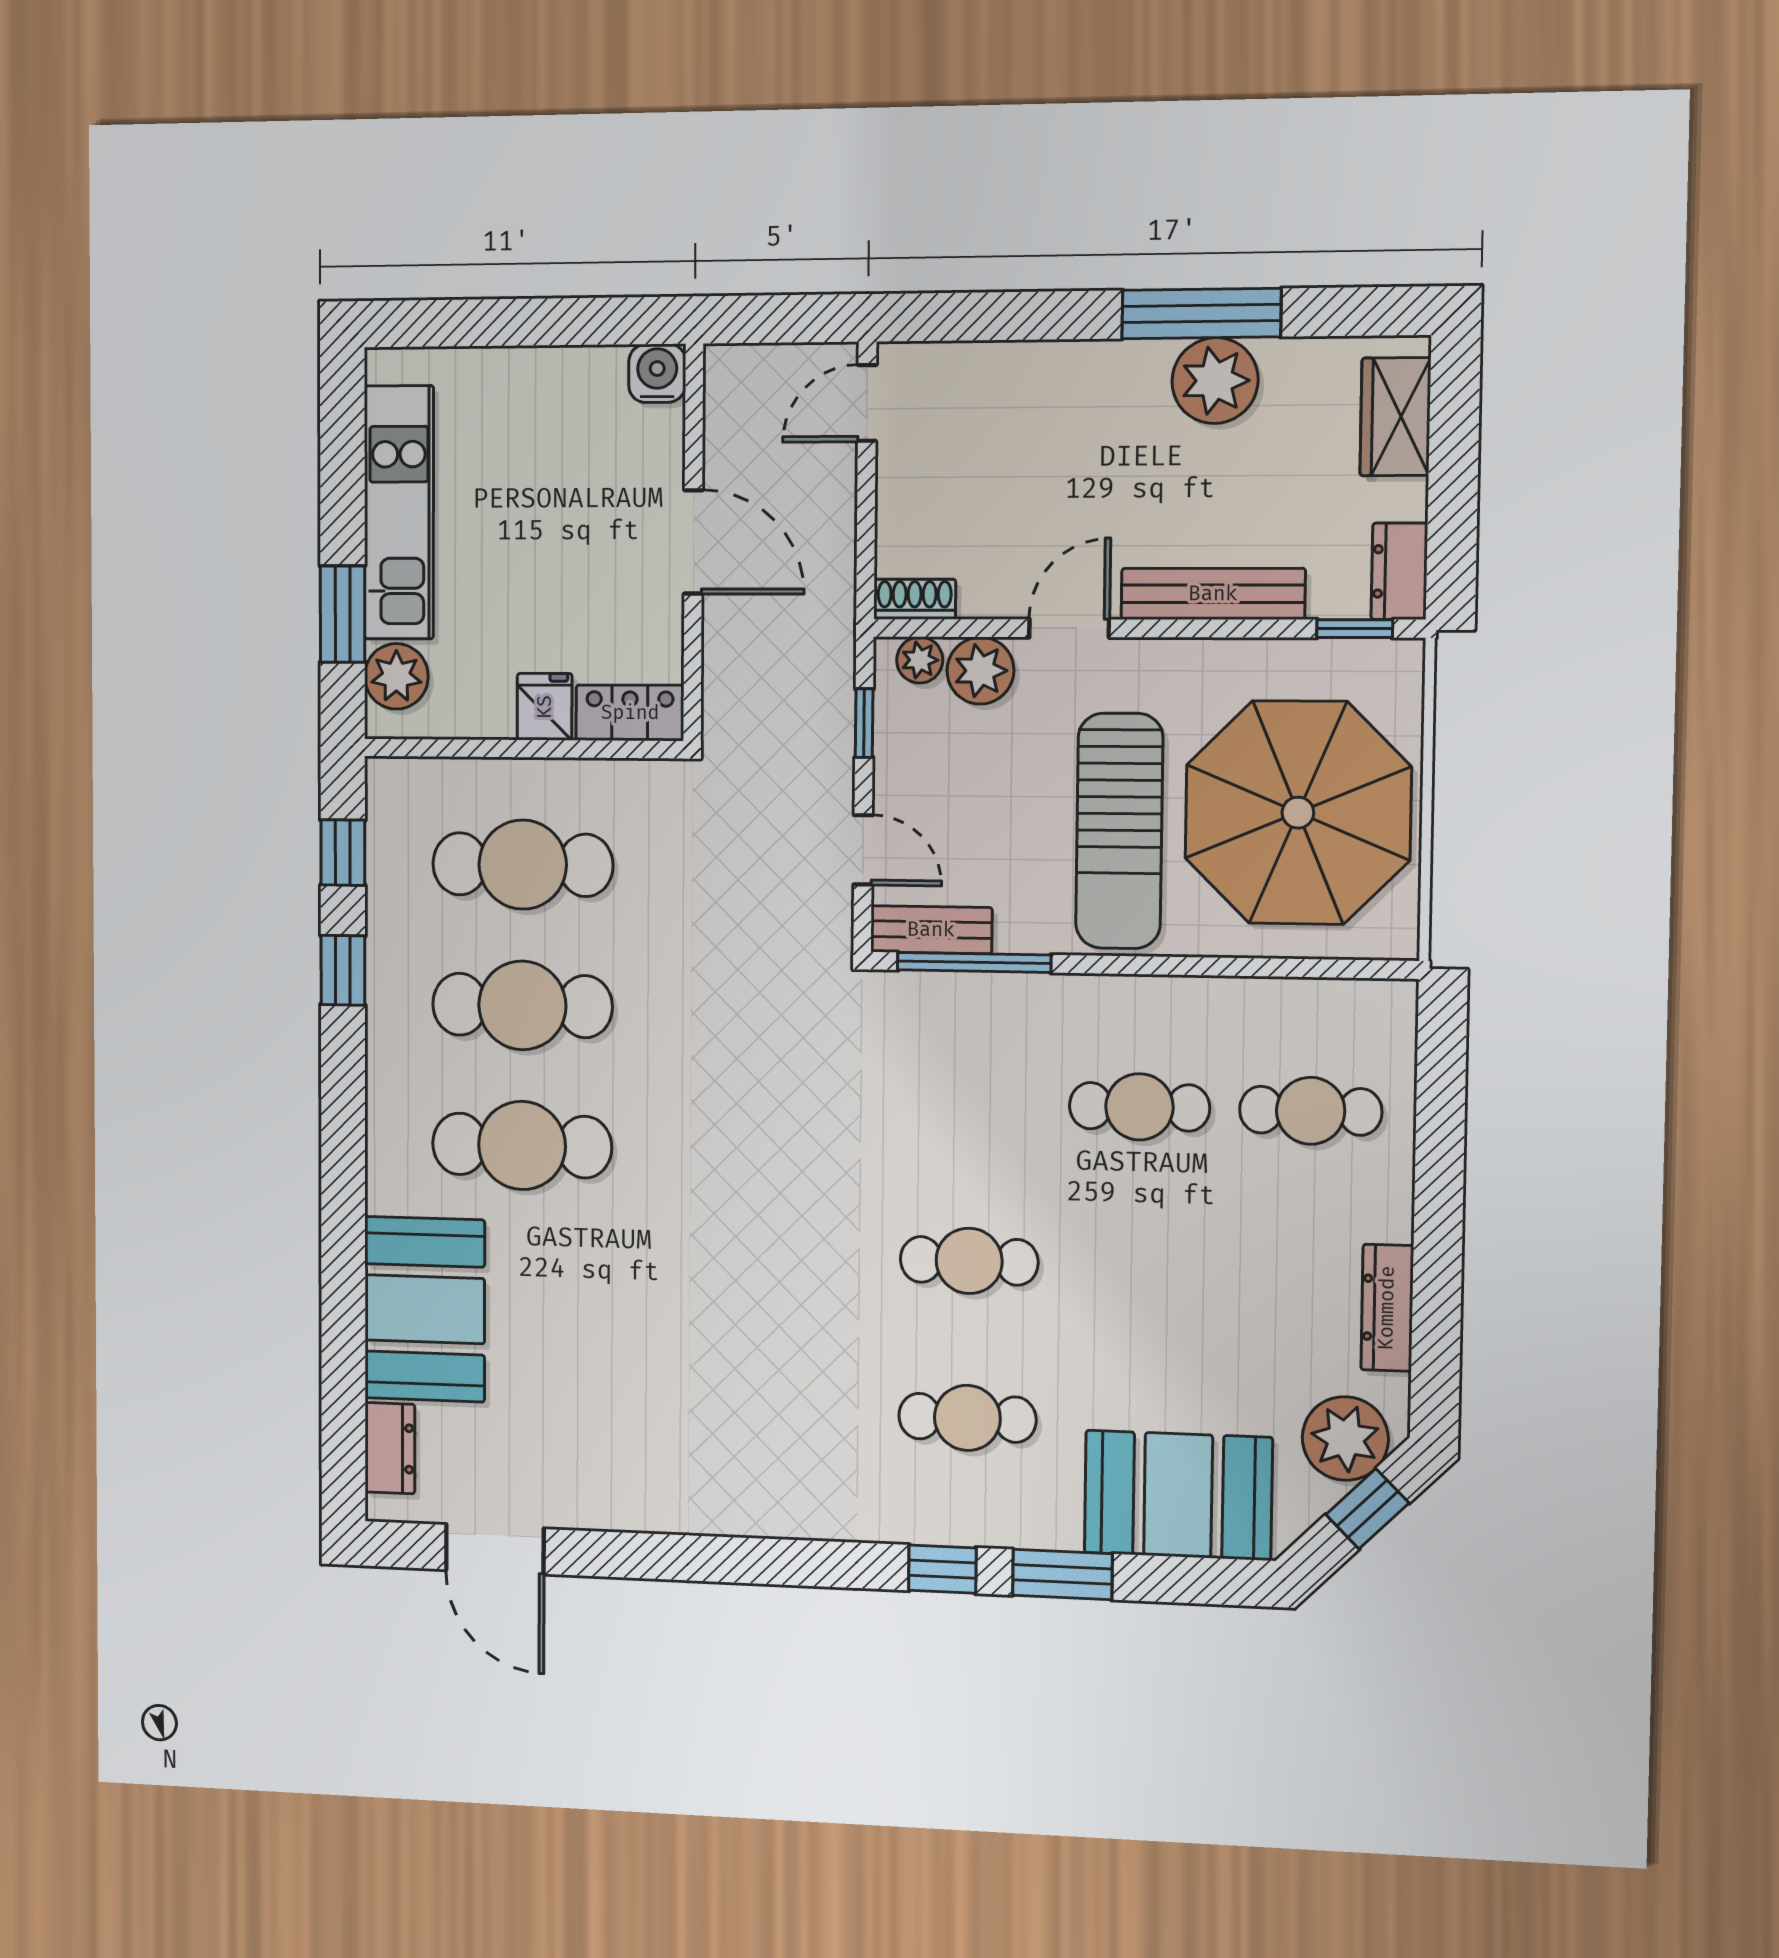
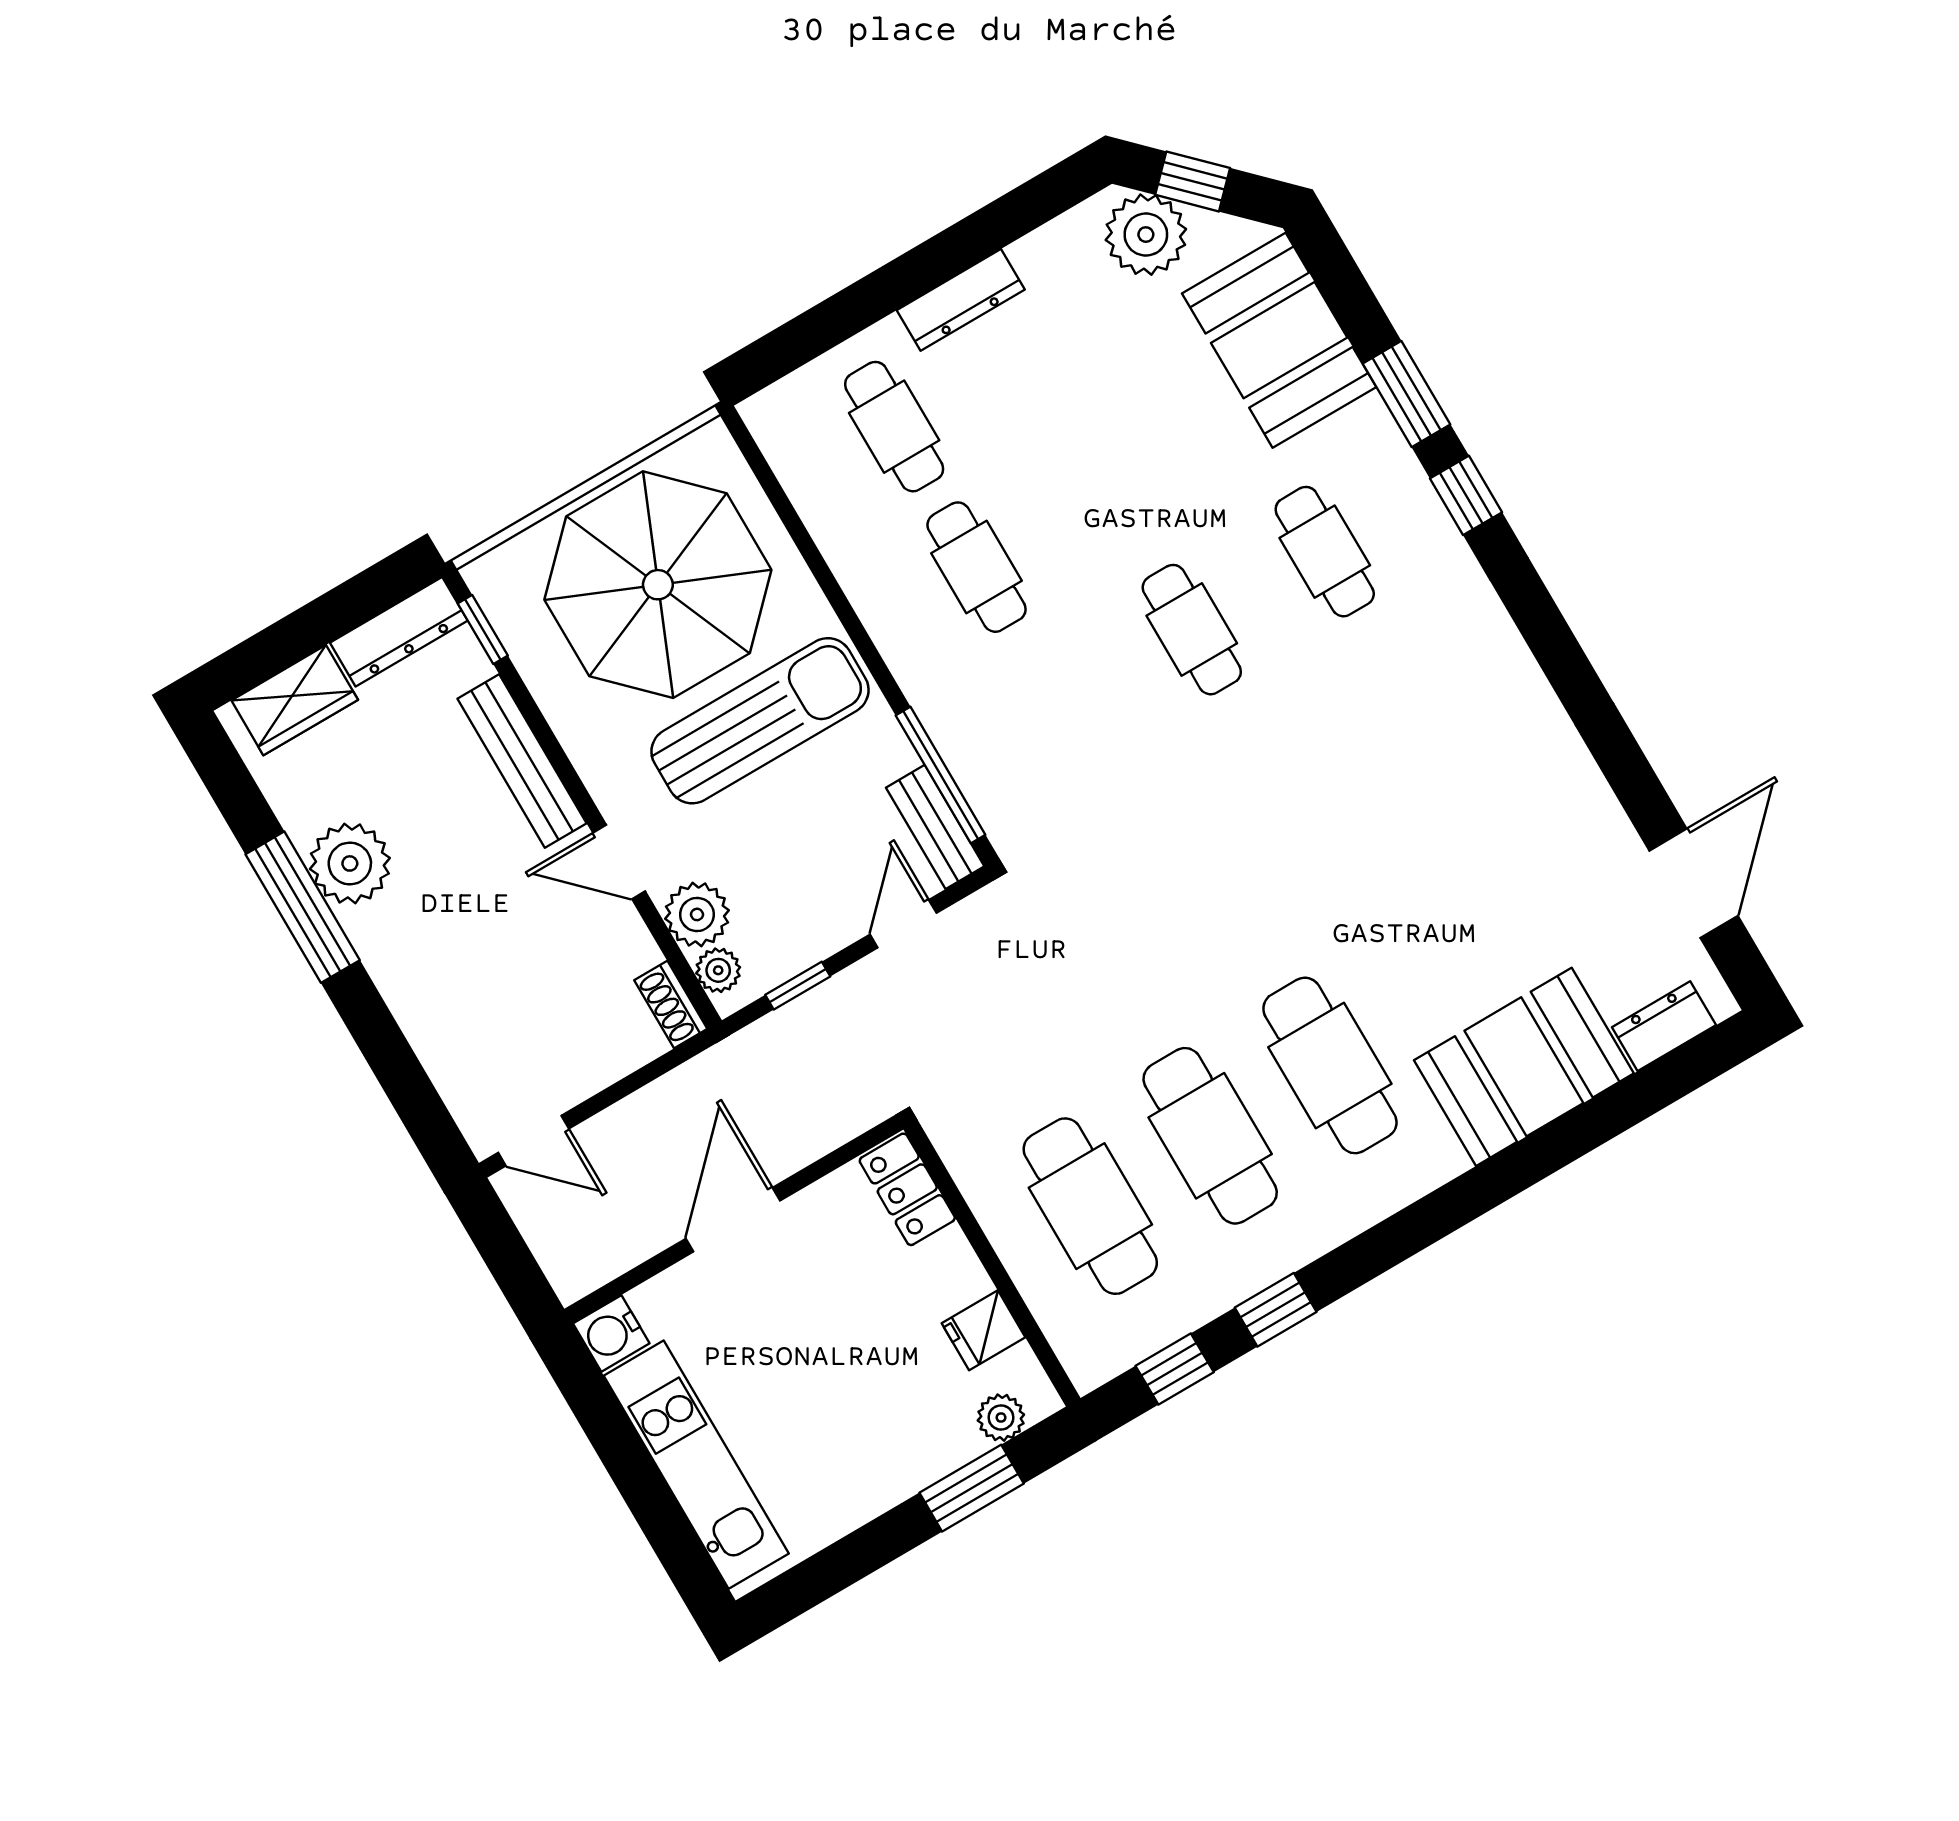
kitchen unit: (399, 513) -> (696, 1465), moved, turned 90
dresser: (1399, 571) -> (399, 632), width x1.44
plant: (396, 676) -> (1001, 1418), width x0.73, depth x0.73
fridge: (545, 707) -> (984, 1330), moved
dresser: (1387, 1308) -> (961, 300), moved

